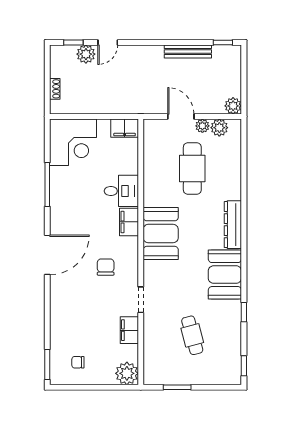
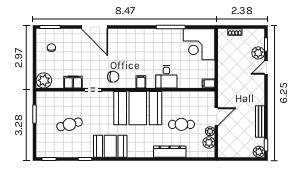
door: (108, 42) -> (266, 68), hinge flipped
plant: (233, 106) -> (259, 152), moved
filing cabinet: (125, 128) -> (209, 84), width x0.50
cafe table: (192, 169) -> (181, 124), width x0.73, depth x0.74
filing cabinet: (129, 222) -> (141, 82), width x0.50
dresser: (233, 225) -> (170, 152), moved
booth: (161, 234) -> (138, 108), width x1.36, depth x1.42
door: (47, 255) -> (94, 27), moved
chair: (106, 267) -> (113, 77), moved

